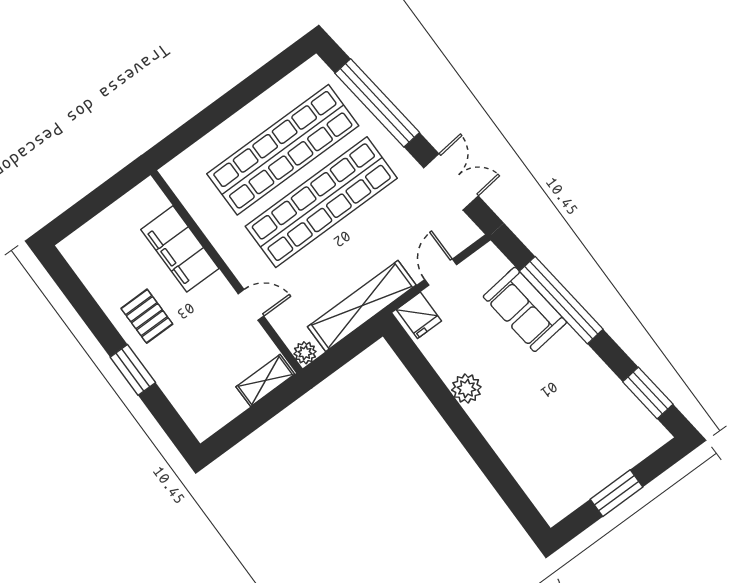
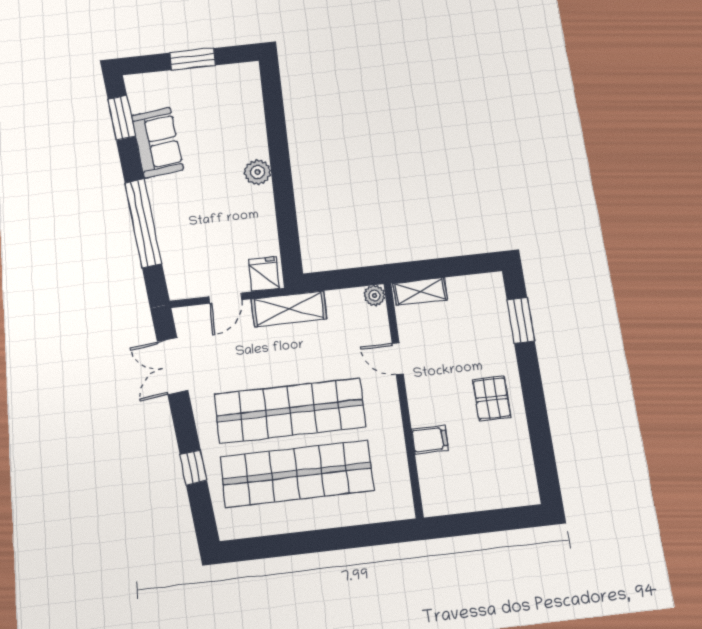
window: (377, 103) -> (193, 468), width x0.32
filing cabinet: (180, 249) -> (430, 440), width x0.33, depth x0.86
shelving: (362, 306) -> (289, 309), width x0.68
sofa: (525, 309) -> (157, 143), moved
window: (133, 370) -> (521, 320), moved
plant: (466, 388) -> (258, 172), moved

